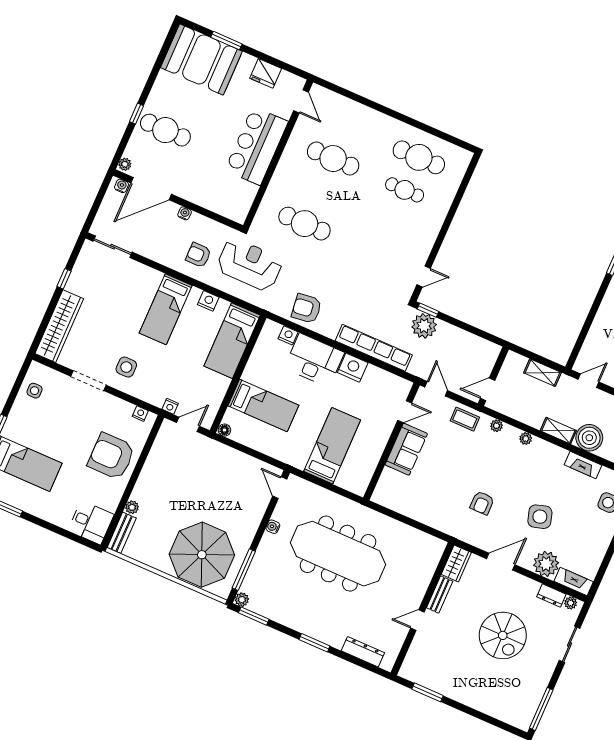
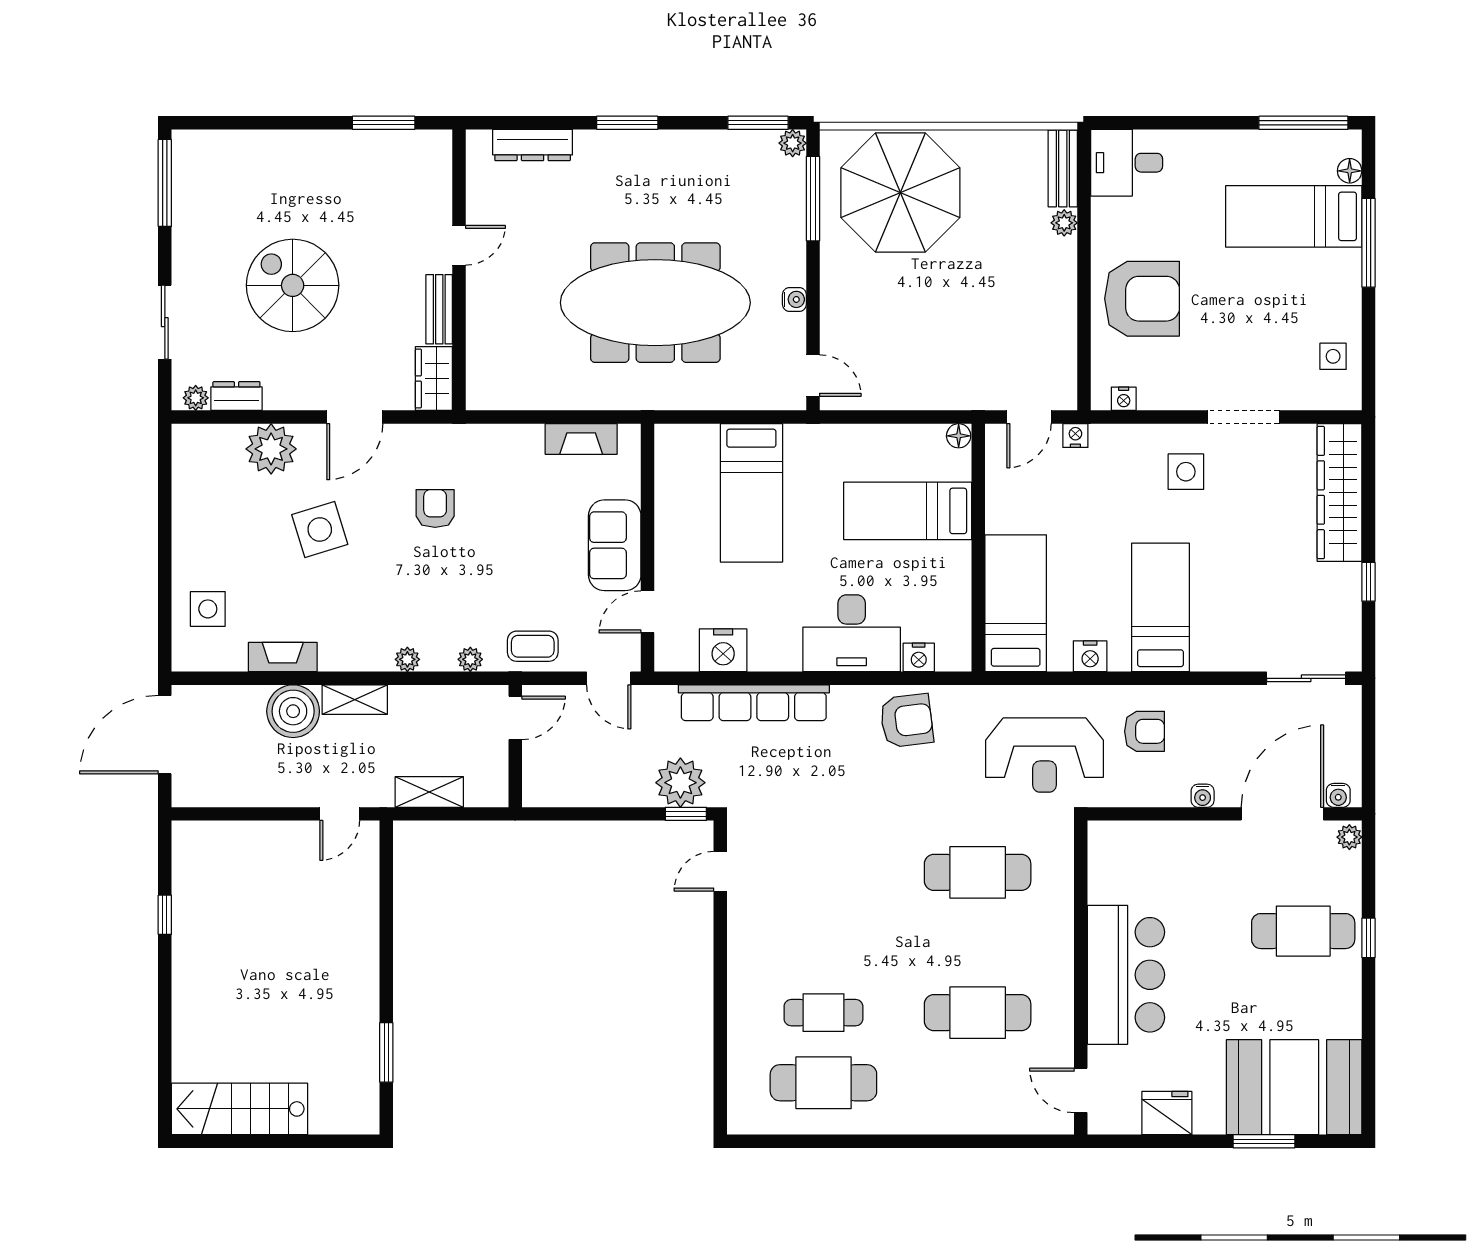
nightstand: (353, 368) -> (723, 650), moved
fireplace: (574, 582) -> (581, 439), moved

